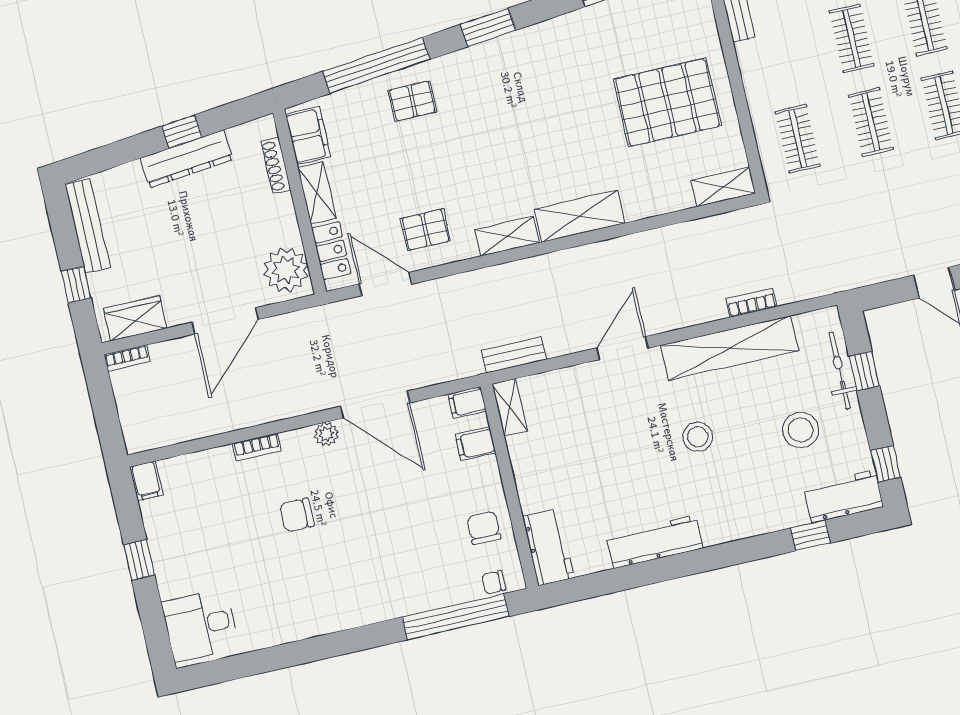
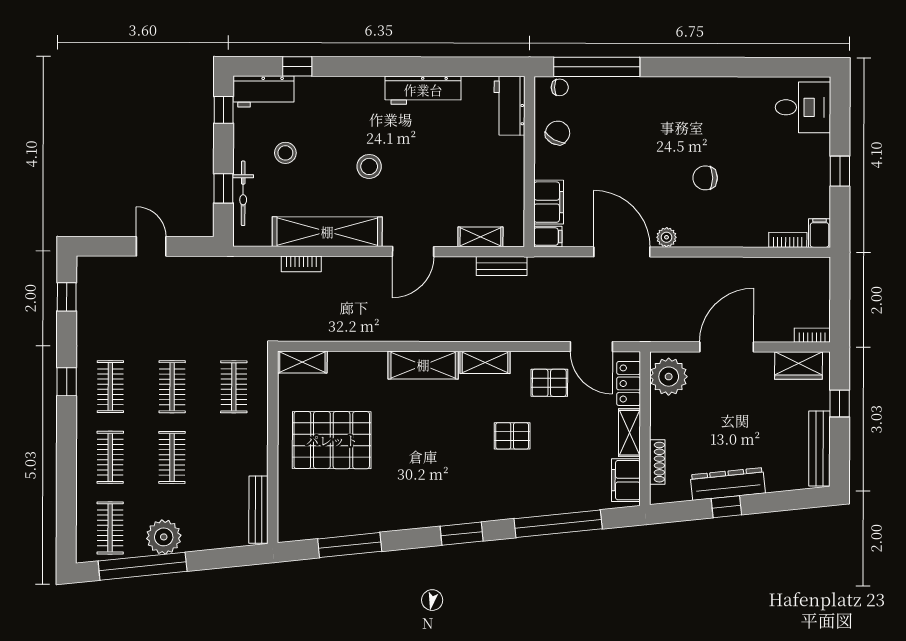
pallet: (412, 101) -> (512, 436), moved
shelving: (510, 408) -> (480, 237), moved, turned 90
stool: (801, 430) -> (285, 153), width x0.73, depth x0.73
filing cabinet: (475, 444) -> (549, 202), width x2.00
bookcase: (257, 447) -> (788, 240), moved
chair: (297, 515) -> (705, 178), turned 180
chair: (484, 528) -> (558, 133), turned -151

